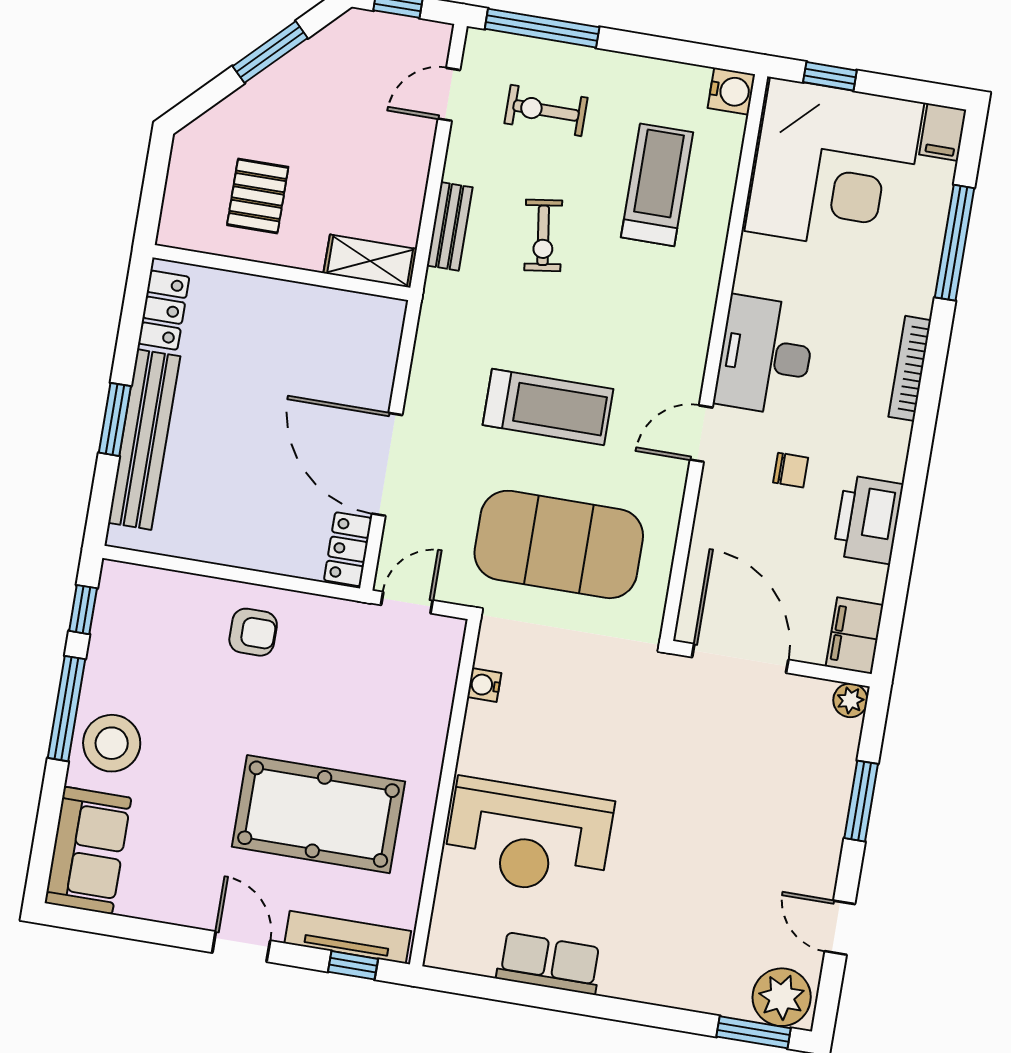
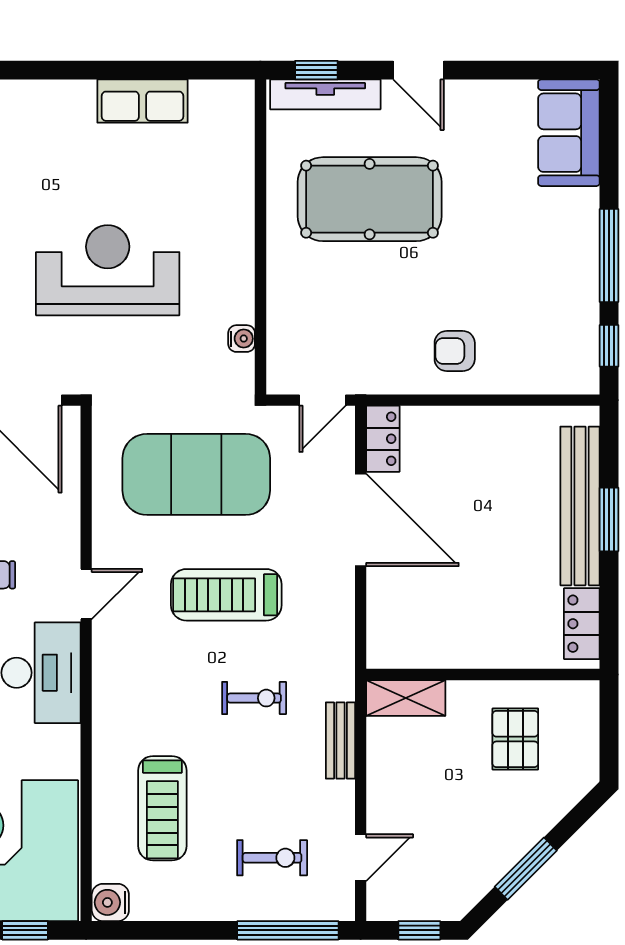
exercise bike: (543, 235) -> (254, 698), moved, turned 98
stool: (112, 743) -> (564, 231), removed
reception desk: (528, 838) -> (108, 270), moved

